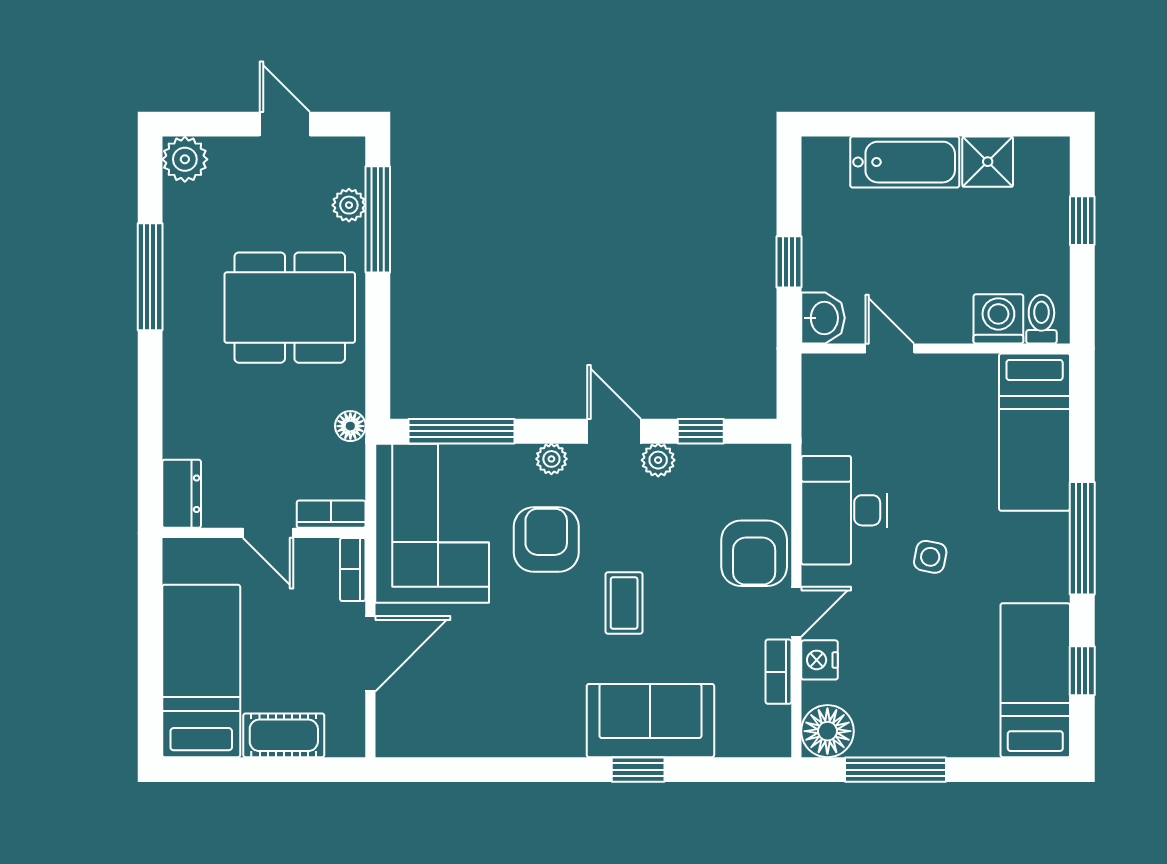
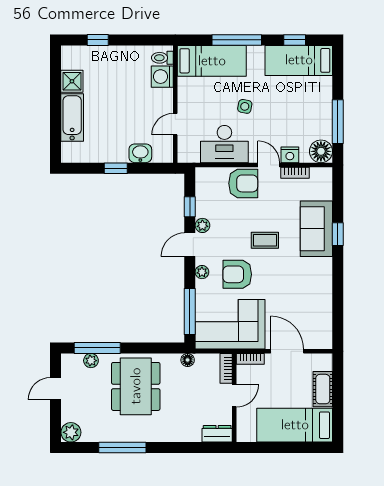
washing machine: (998, 319) -> (162, 77), moved
toilet: (1041, 319) -> (162, 58), moved
door: (890, 349) -> (175, 124), moved
wall: (936, 349) -> (175, 104), moved
bed: (1035, 432) -> (212, 61), moved

